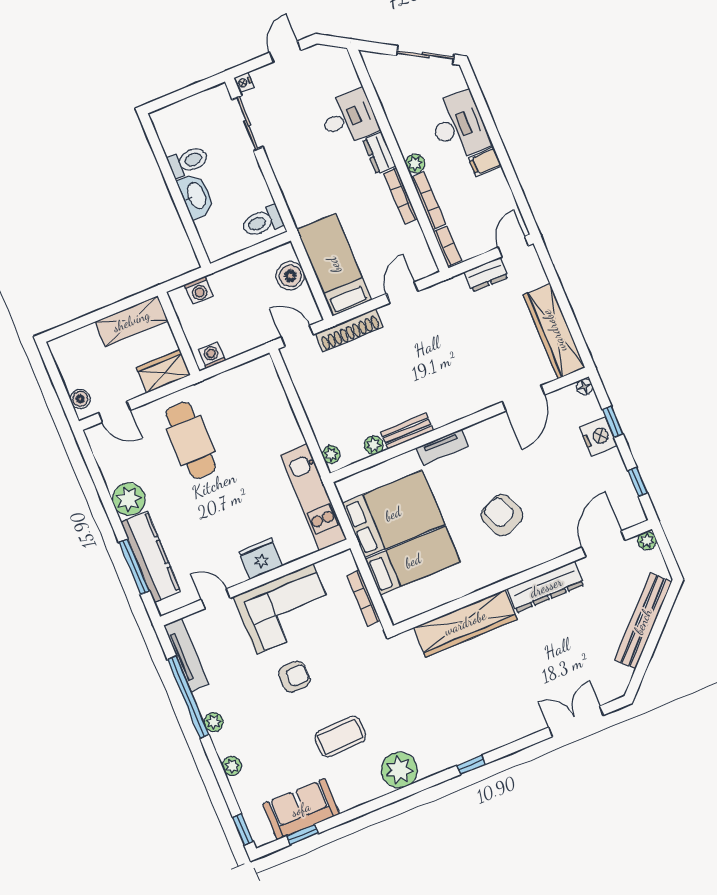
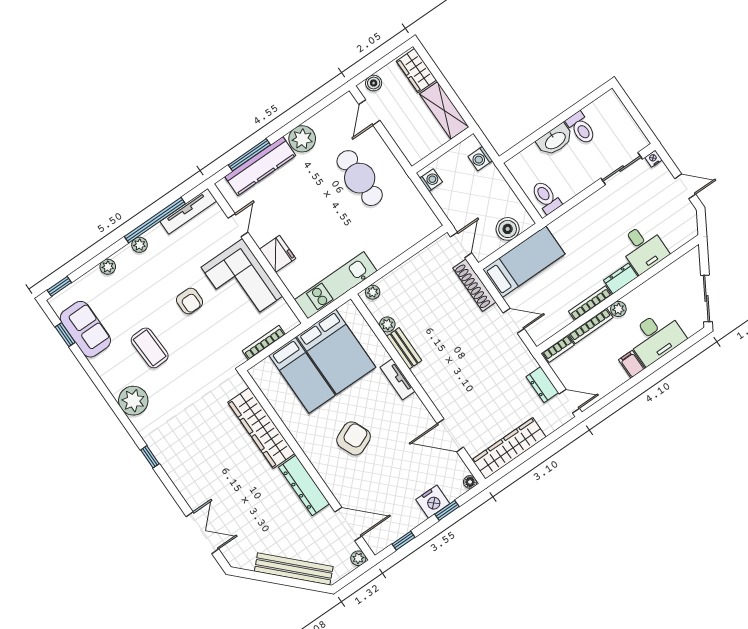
wardrobe: (163, 371) -> (416, 71), moved, turned 180
cafe table: (191, 440) -> (360, 178), turned 90

